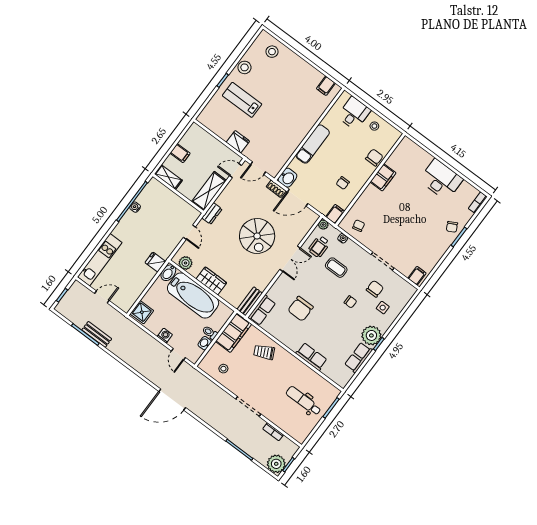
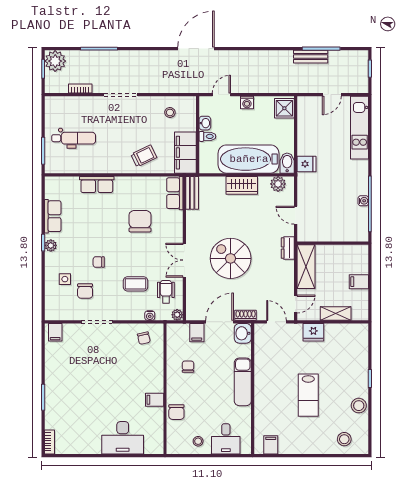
lab bench: (242, 100) -> (308, 395), moved, turned 90
door: (258, 168) -> (276, 322), hinge flipped
shelving: (168, 177) -> (336, 314), moved
filing cabinet: (383, 177) -> (155, 400), width x0.50
desk: (441, 180) -> (123, 438), moved
filing cabinet: (335, 214) -> (197, 333), moved
chair: (452, 227) -> (57, 402), removed
plant: (371, 335) -> (51, 245), width x0.53, depth x0.53
door: (178, 354) -> (221, 95), hinge flipped

